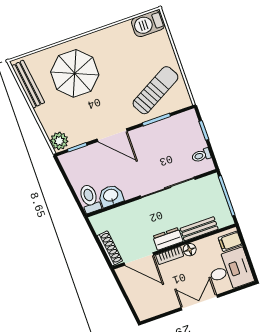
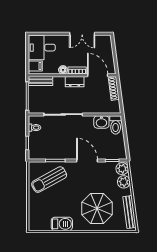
barbecue: (148, 24) -> (62, 224), moved
plant: (51, 123) -> (124, 182), added
bench: (199, 229) -> (40, 81), moved
double door: (199, 302) -> (82, 34), moved

